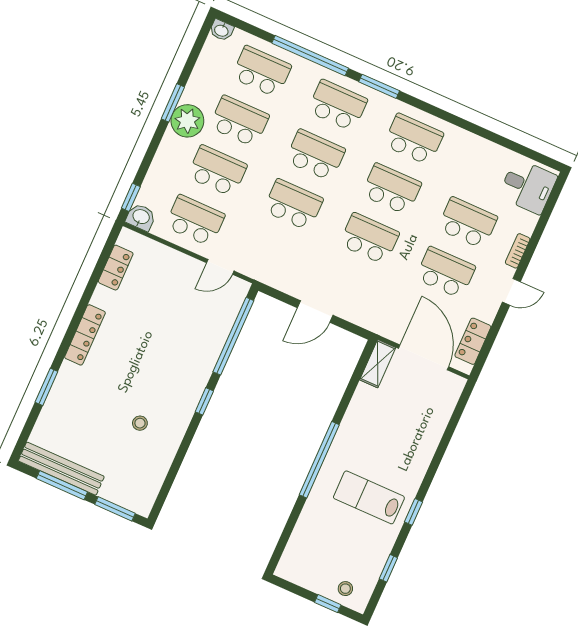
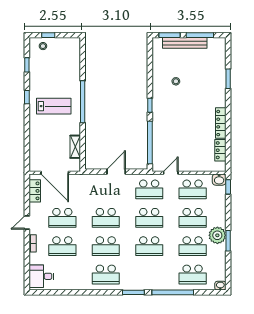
school desk: (338, 105) -> (149, 189), moved
locker: (85, 335) -> (221, 123), moved
shelving: (378, 364) -> (75, 147), moved
bench: (61, 469) -> (185, 43), moved
lab bench: (369, 497) -> (54, 106), moved

